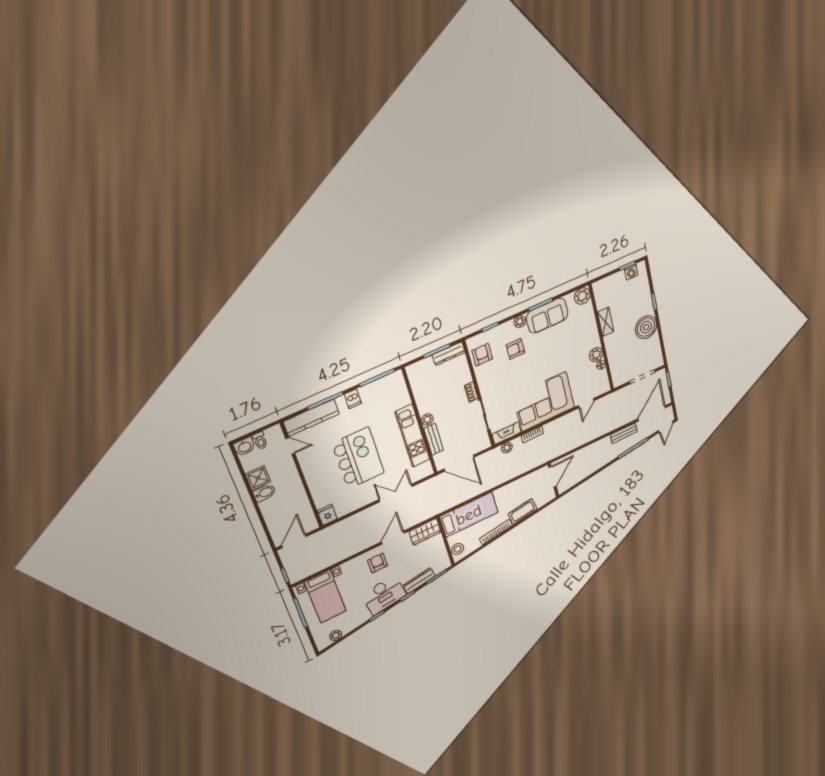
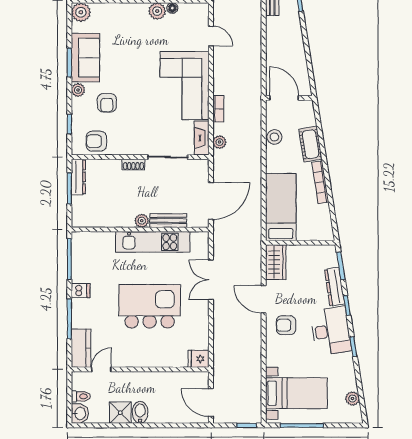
kitchen counter: (311, 418) -> (81, 348), width x0.67
stool: (458, 549) -> (274, 137), moved

